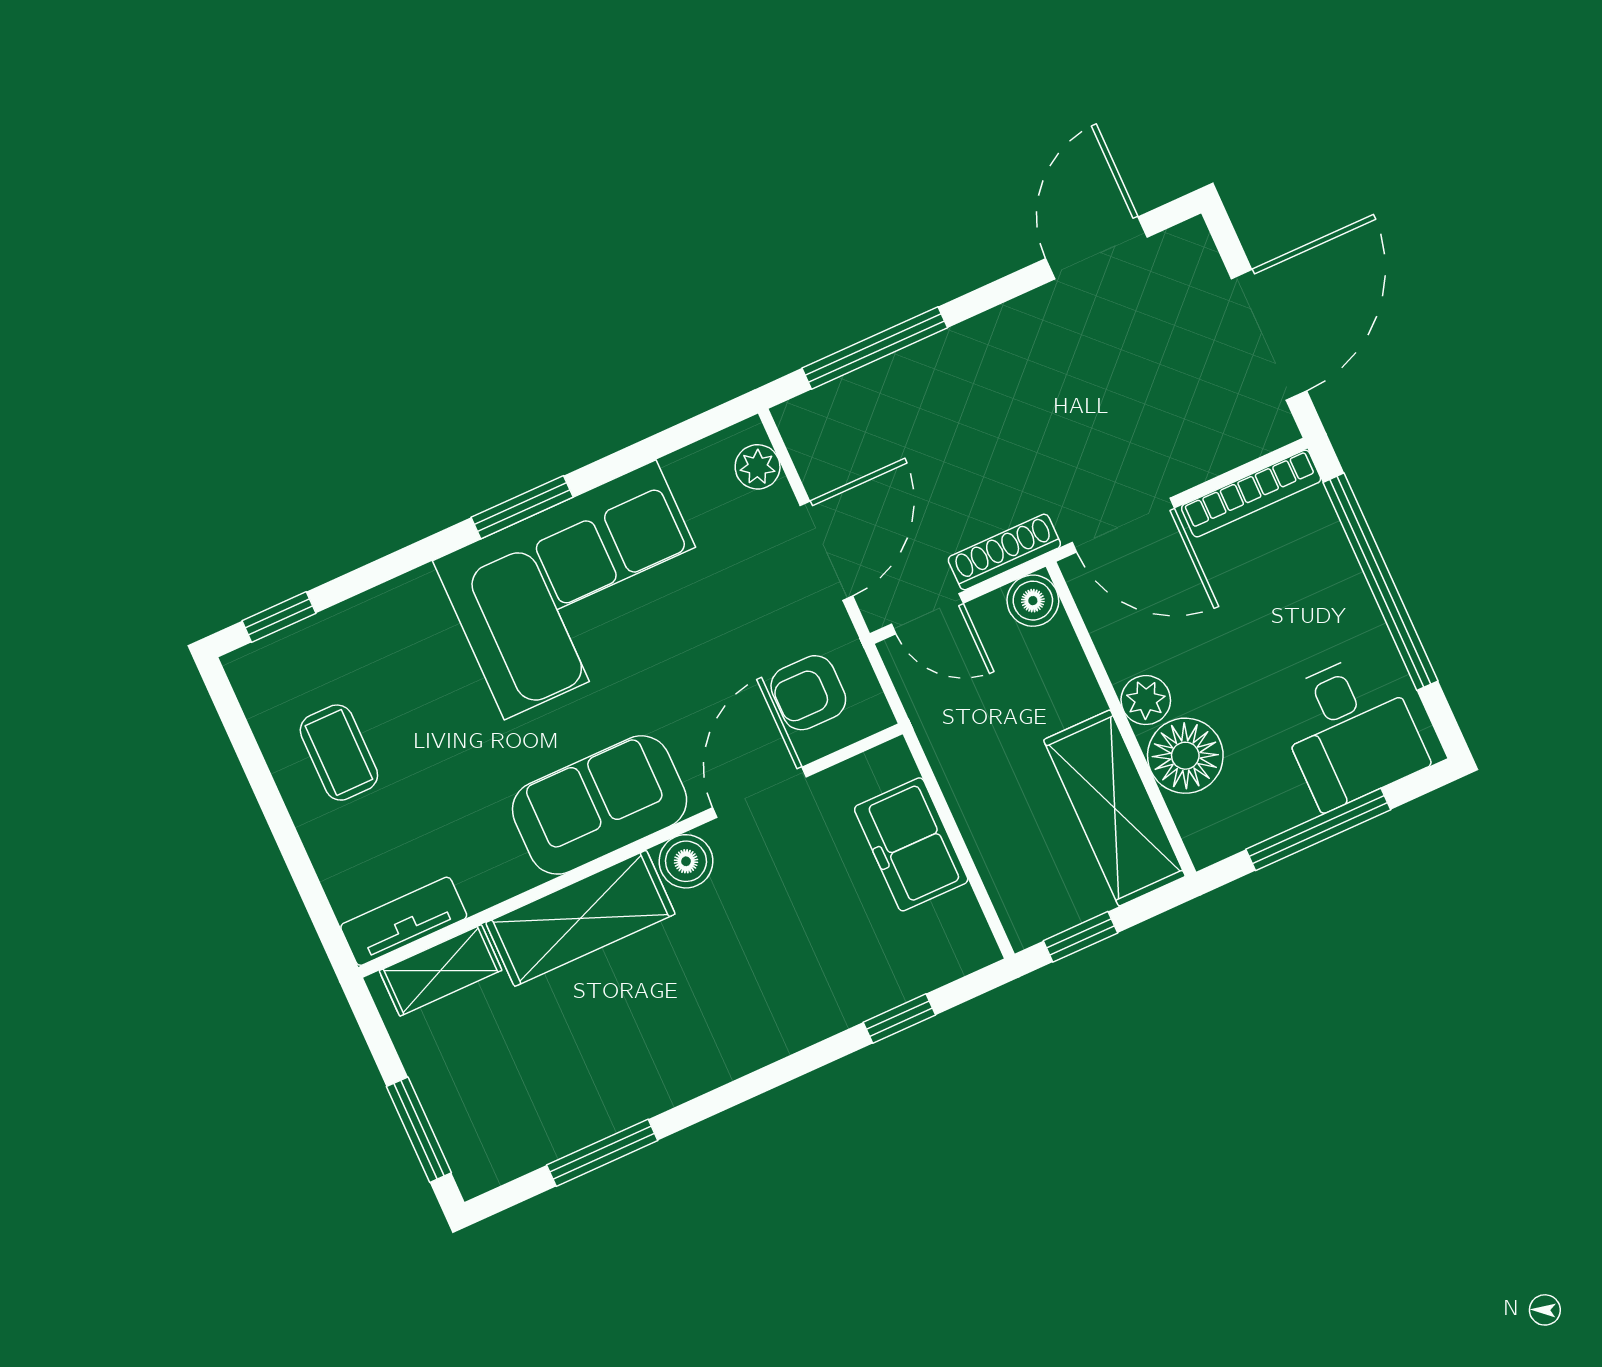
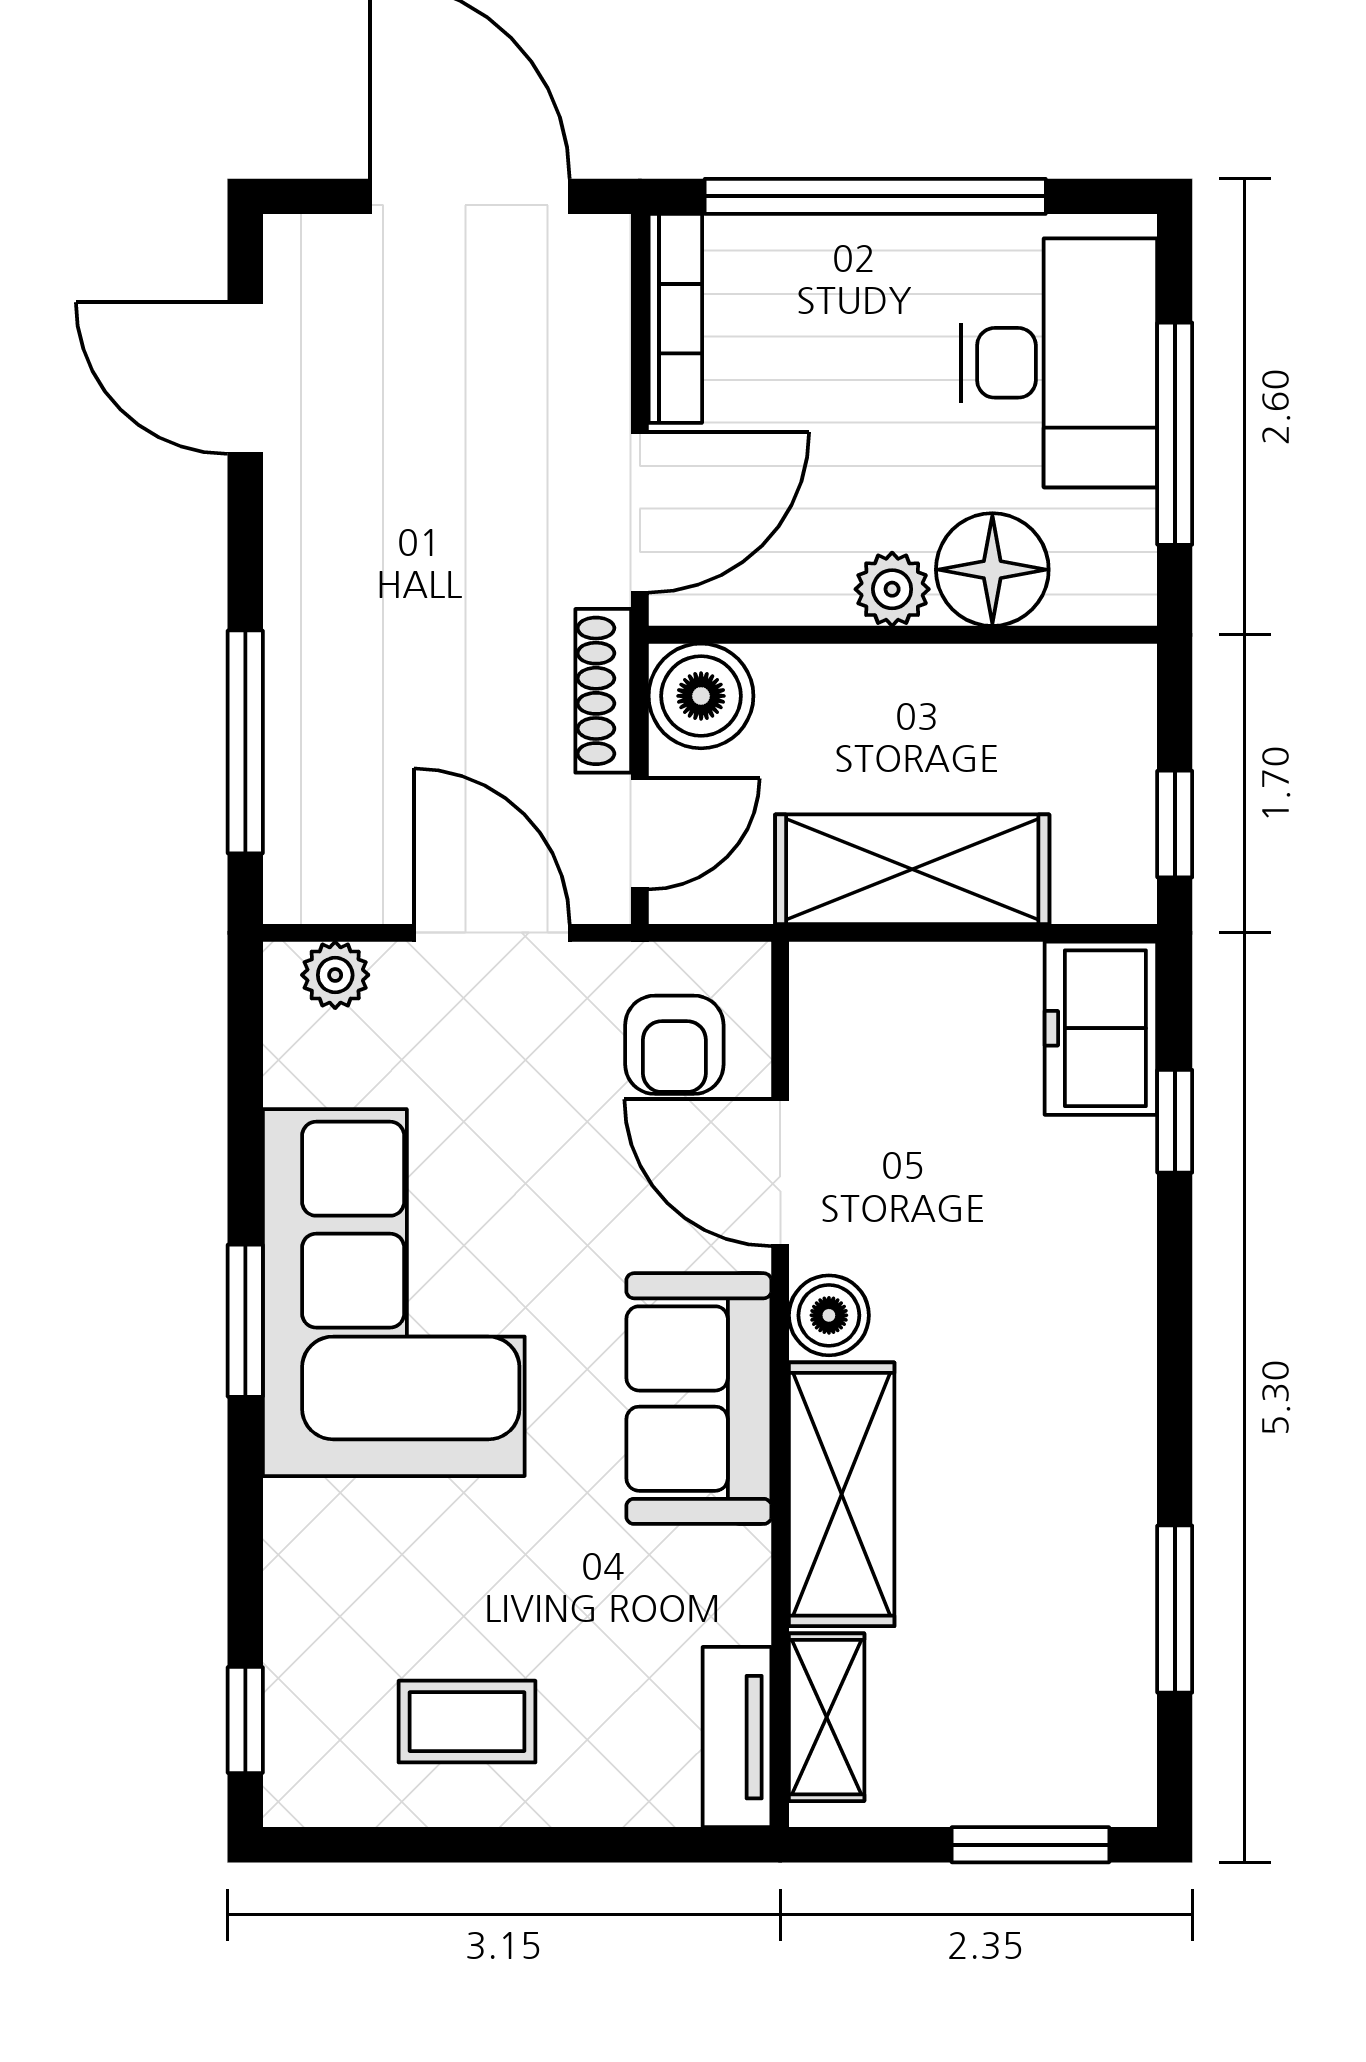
boiler: (1033, 601) -> (701, 696), width x1.36, depth x1.36
desk: (1350, 730) -> (1059, 363), width x1.37
shelving: (1114, 808) -> (912, 869), moved
freezer: (911, 844) -> (1101, 1028), moved, turned 90

